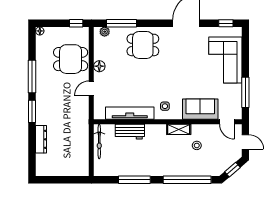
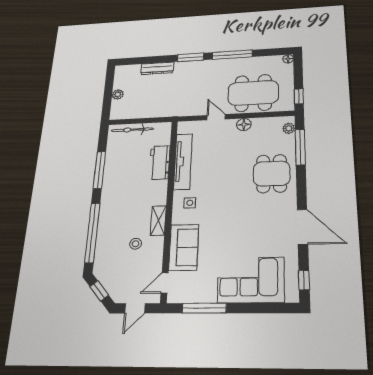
dining table: (71, 59) -> (253, 93), width x1.38
bicycle: (99, 142) -> (132, 130), moved
plant: (65, 171) -> (118, 94), added

